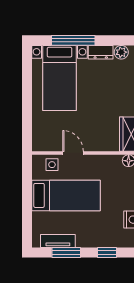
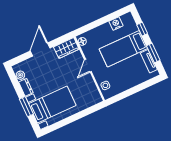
window: (73, 40) -> (26, 107), width x0.69
door: (73, 153) -> (88, 66), moved
bed: (66, 195) -> (123, 49), moved, turned -90

